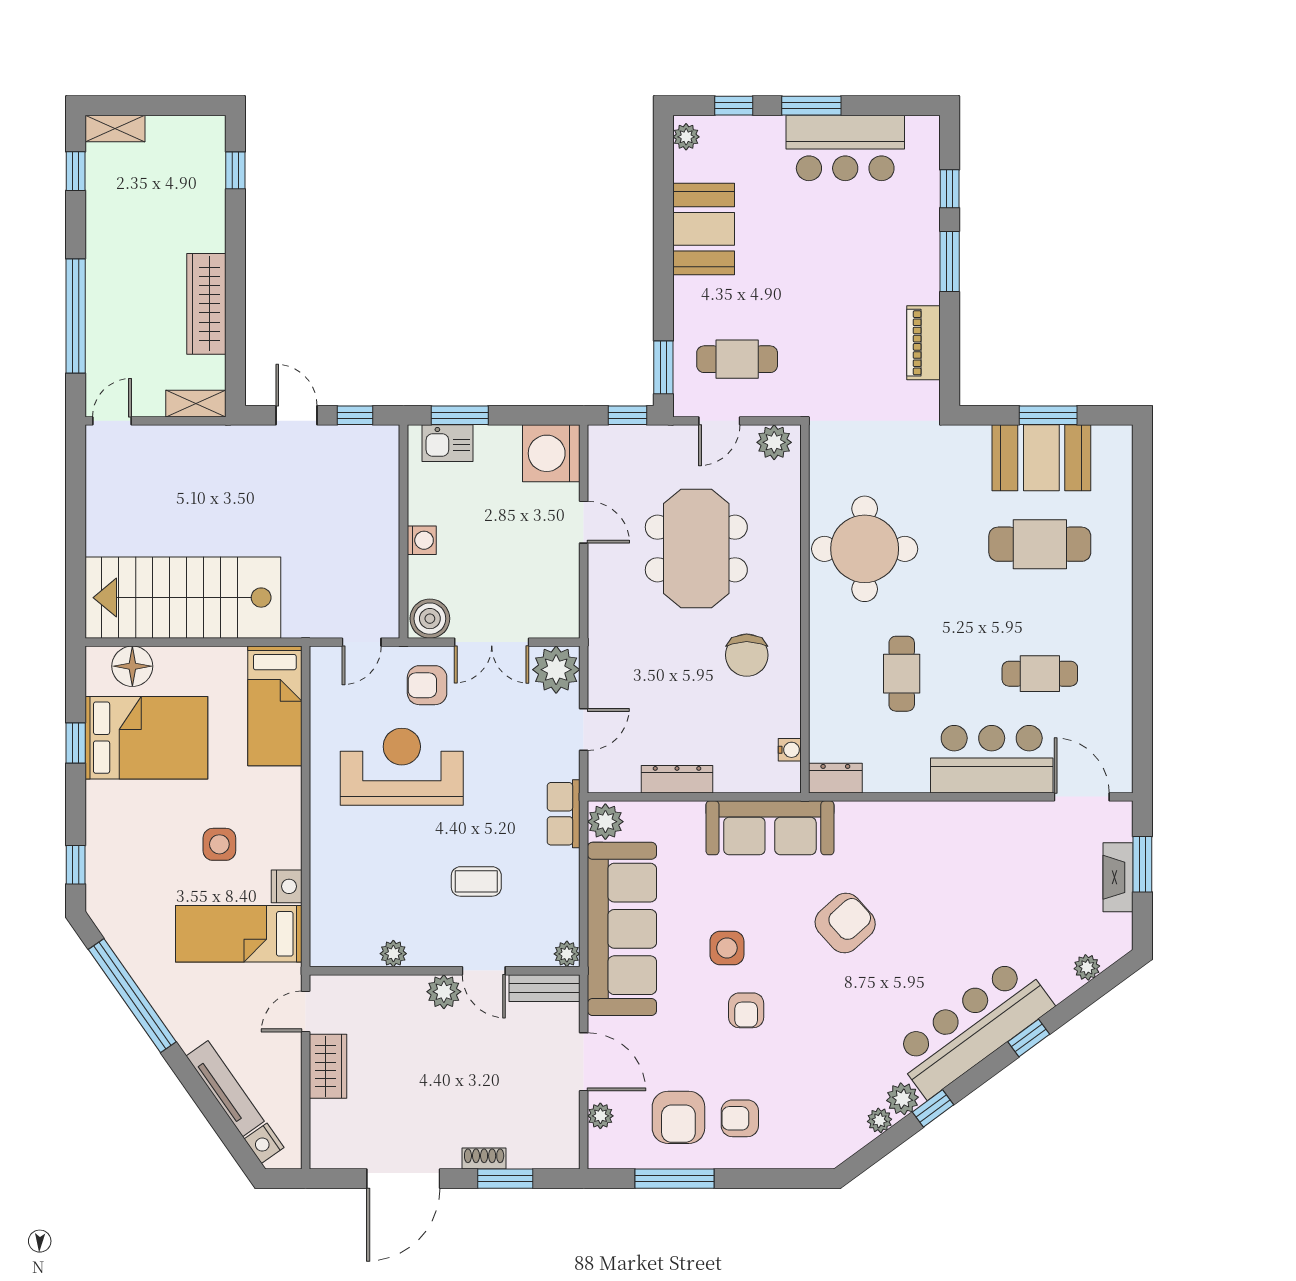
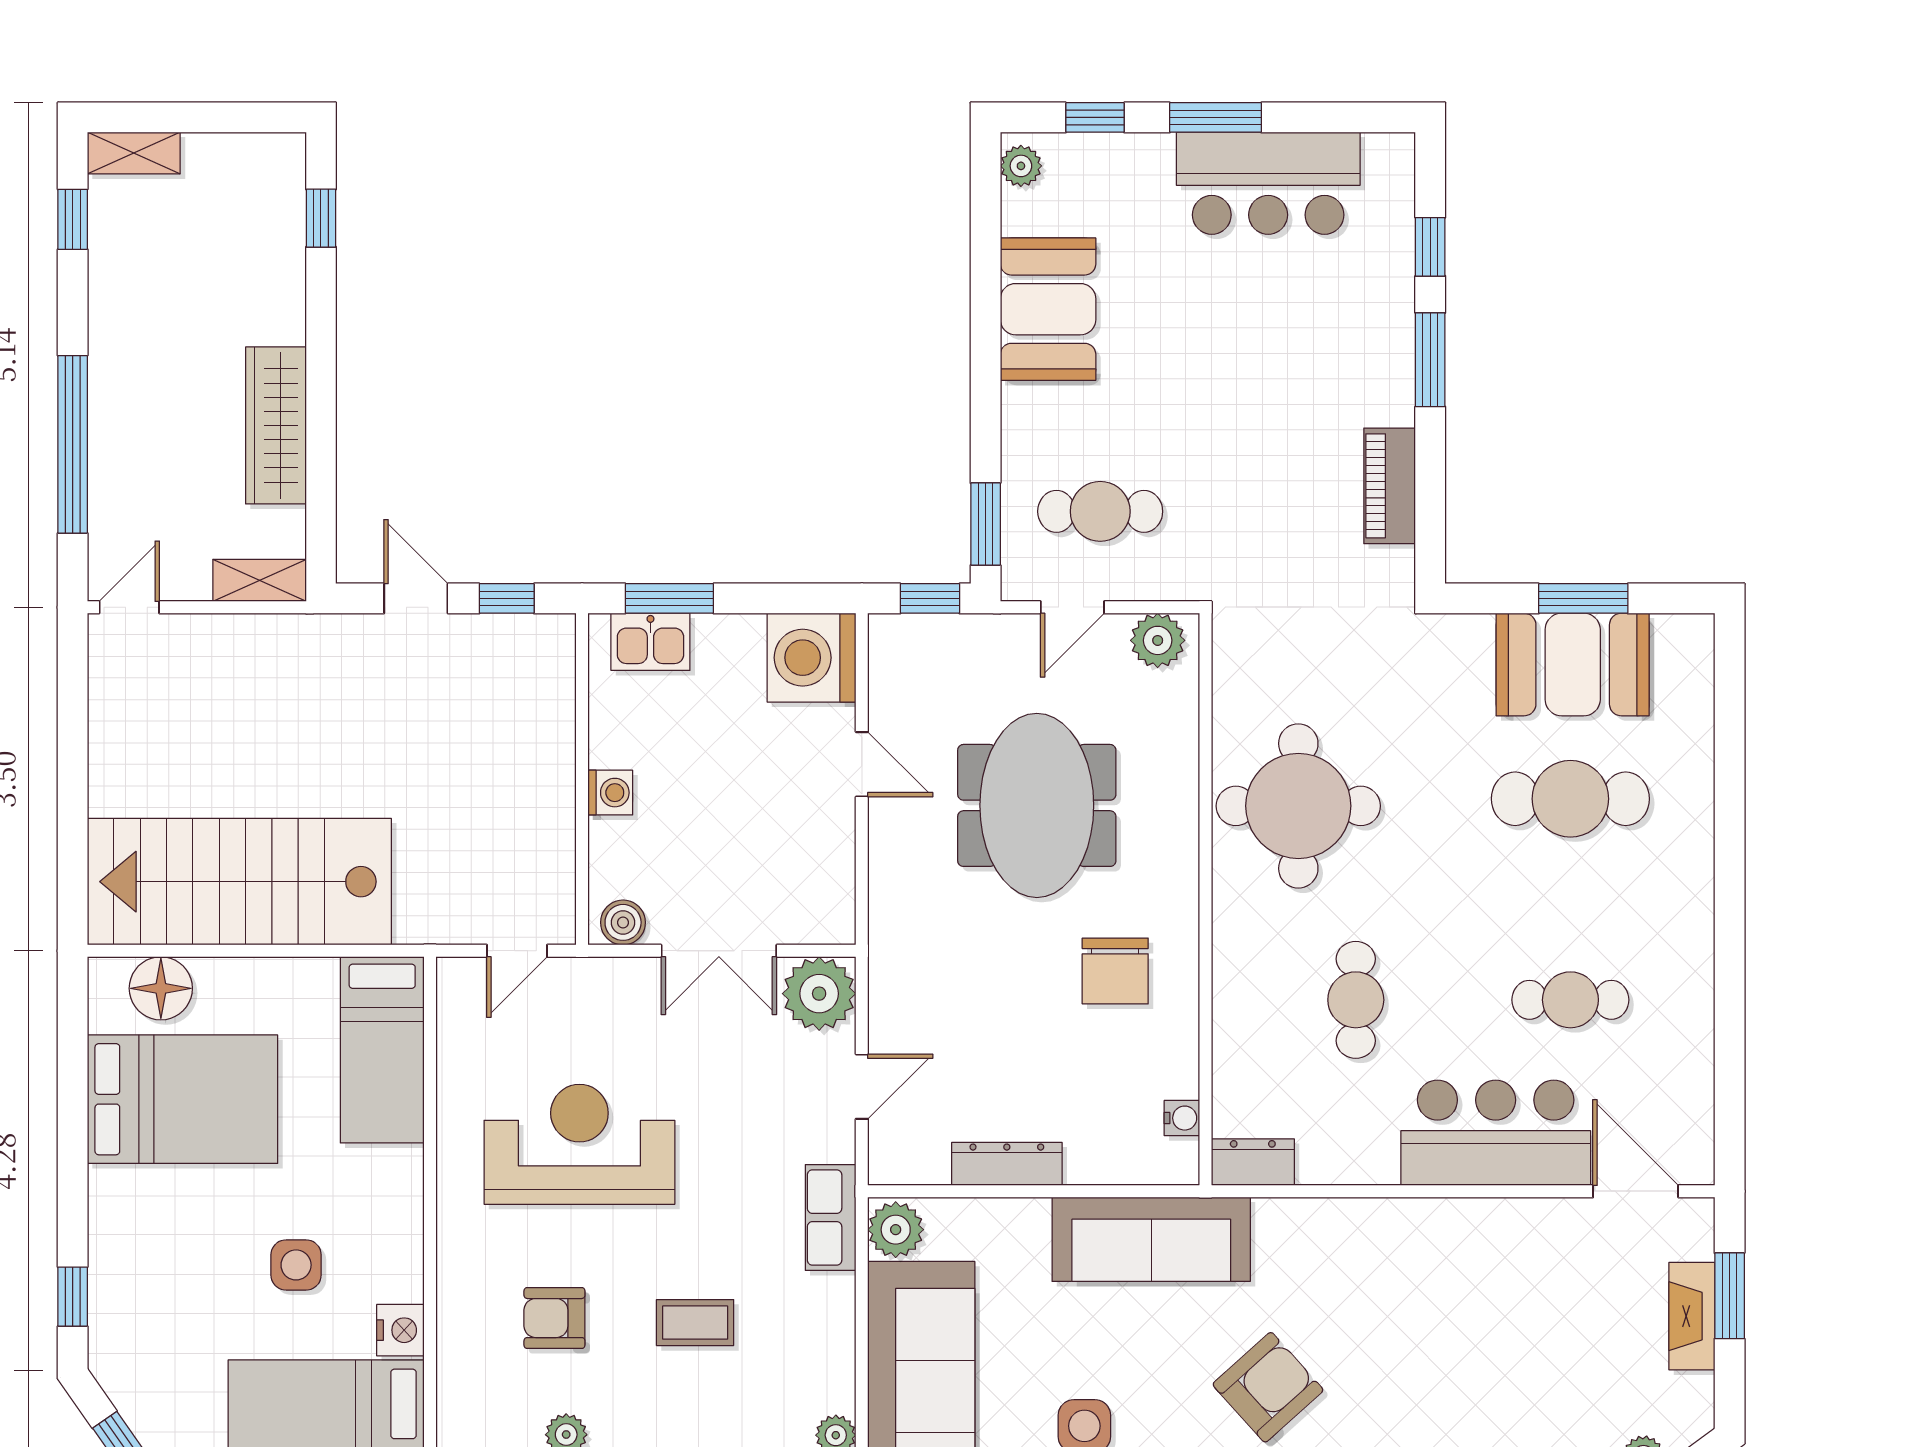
boiler: (430, 619) -> (623, 922), width x0.73, depth x0.73
armchair: (427, 685) -> (554, 1318), moved
window: (76, 743) -> (73, 1108), removed

